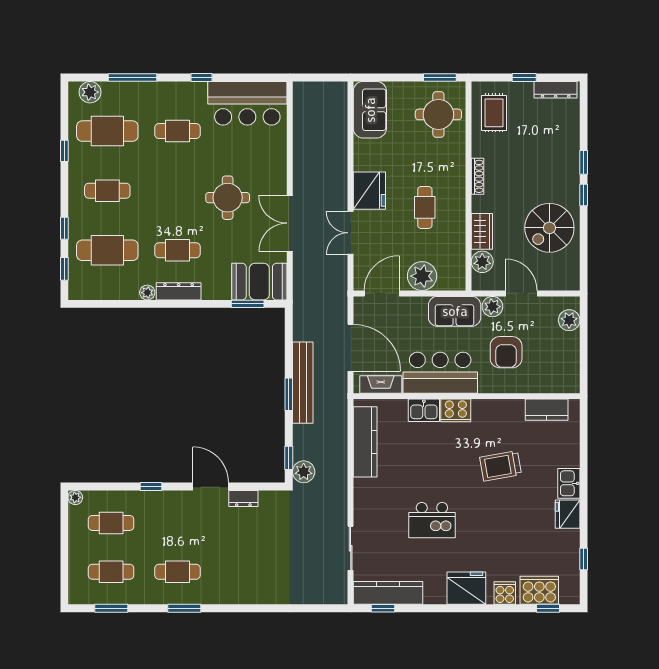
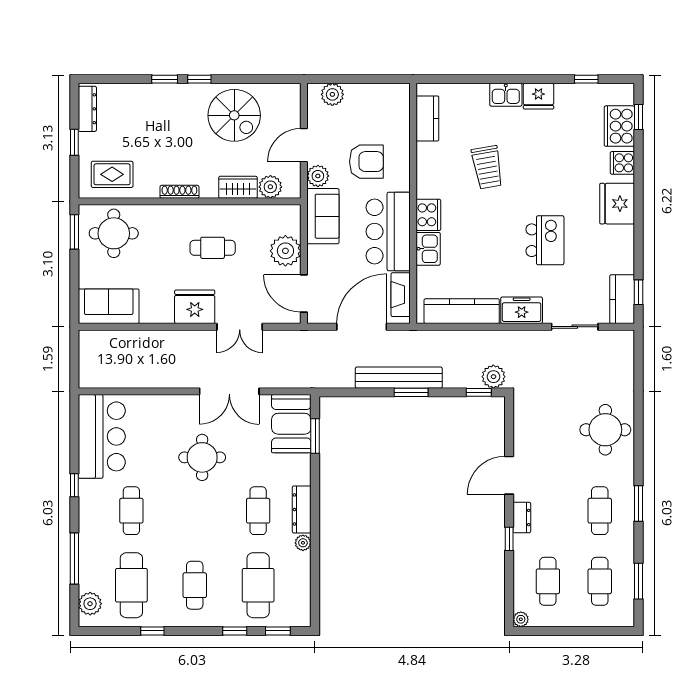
dresser: (243, 498) -> (522, 517), moved
freezer: (366, 498) -> (522, 310), added
round table: (254, 577) -> (605, 430), added
kitchen counter: (388, 593) -> (622, 299), width x0.67

